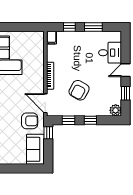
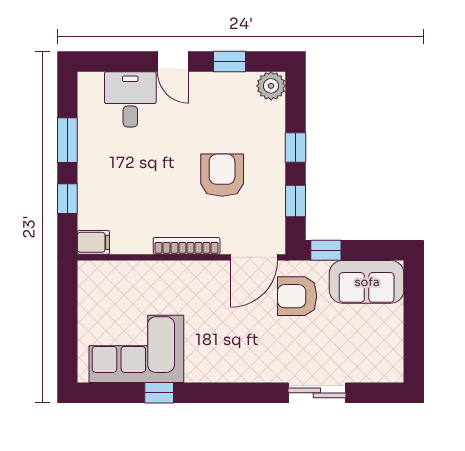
armchair: (79, 90) -> (222, 175), turned -119
armchair: (30, 121) -> (297, 296), turned -90

